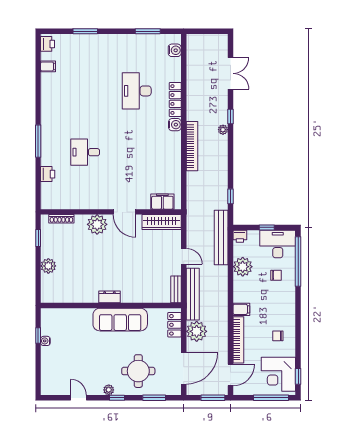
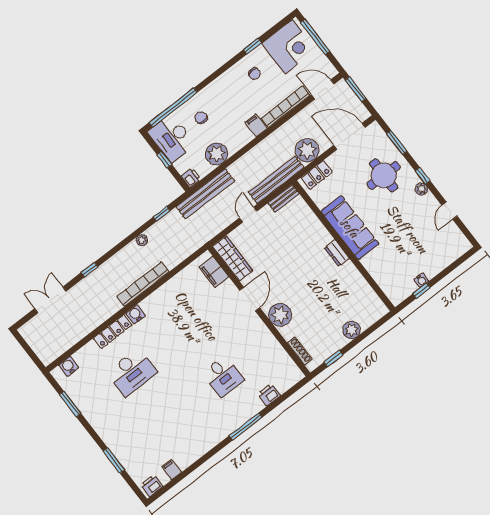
plant: (223, 130) -> (142, 240), moved
window: (298, 376) -> (252, 46), moved

